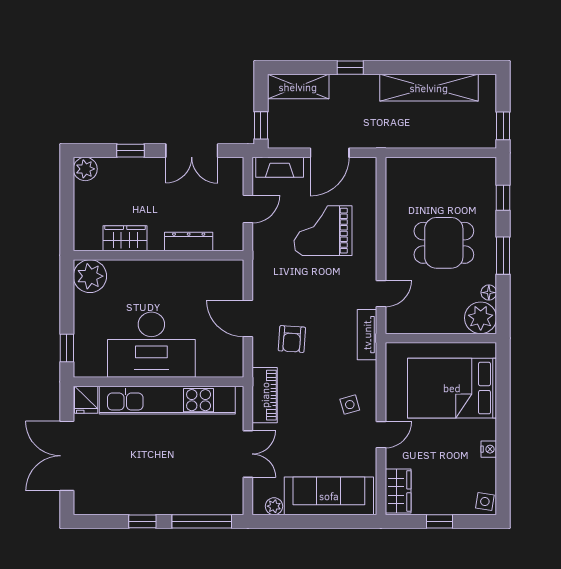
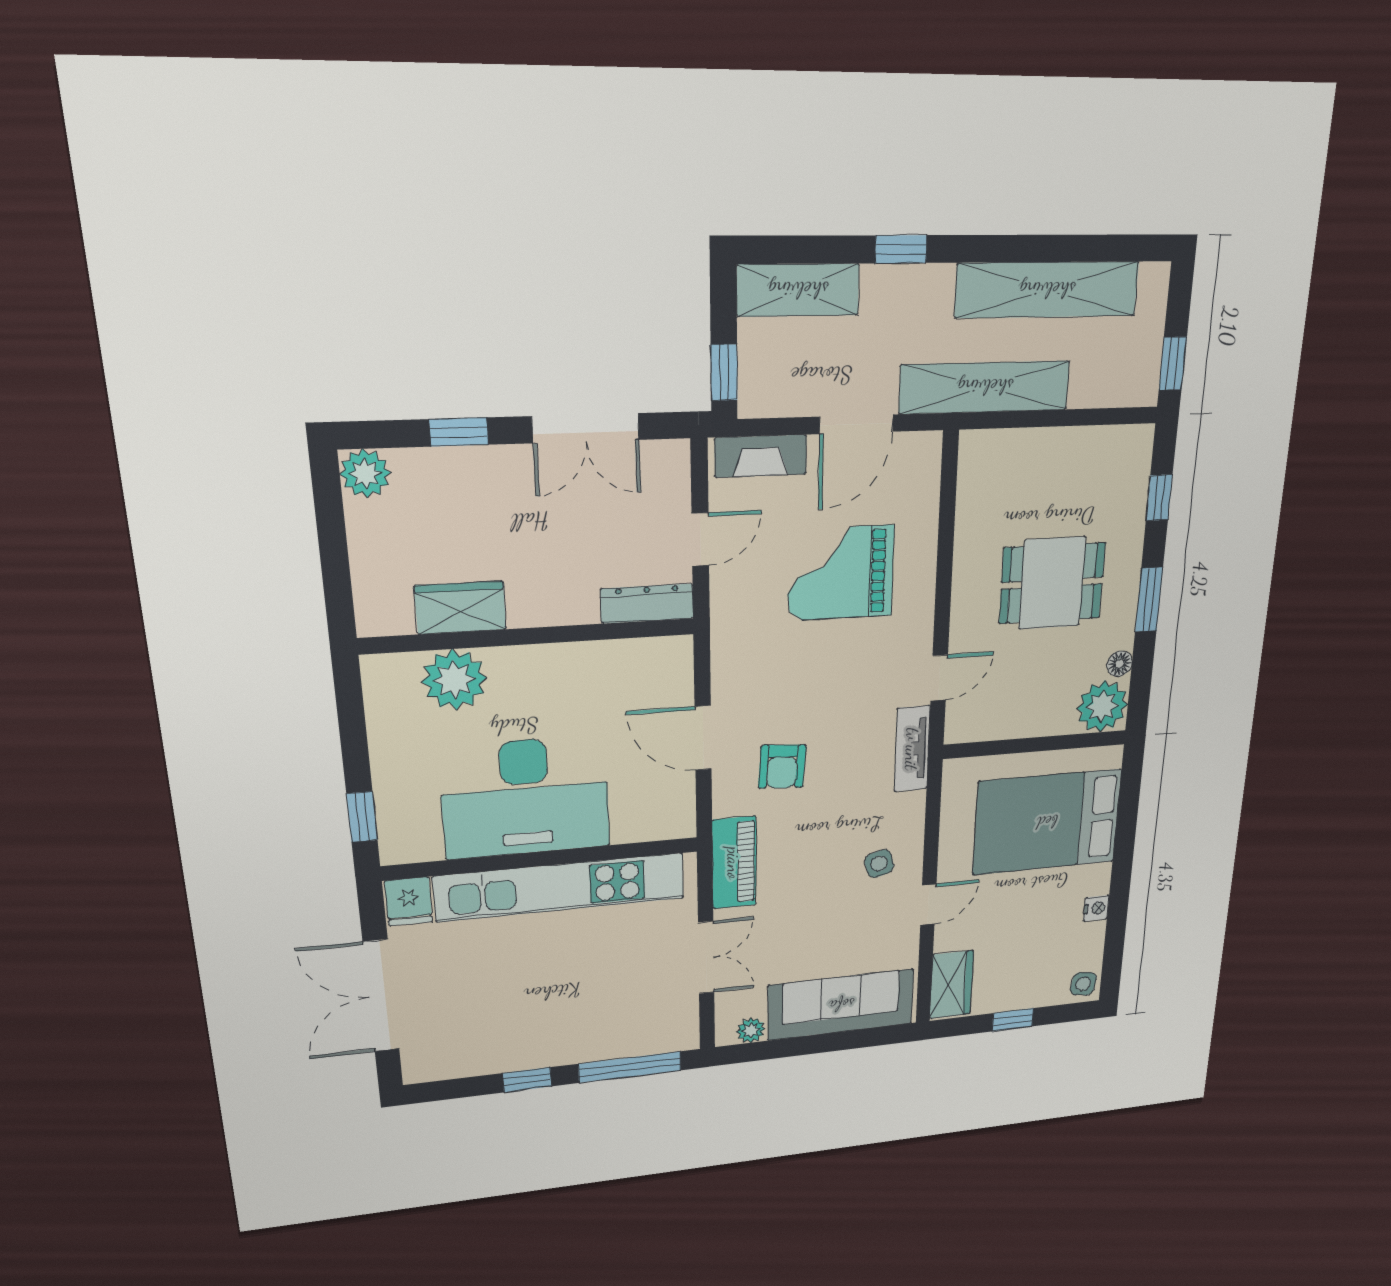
shelving: (398, 136) -> (985, 387), added
dresser: (189, 242) -> (647, 604), moved
plant: (90, 276) -> (454, 680), moved

